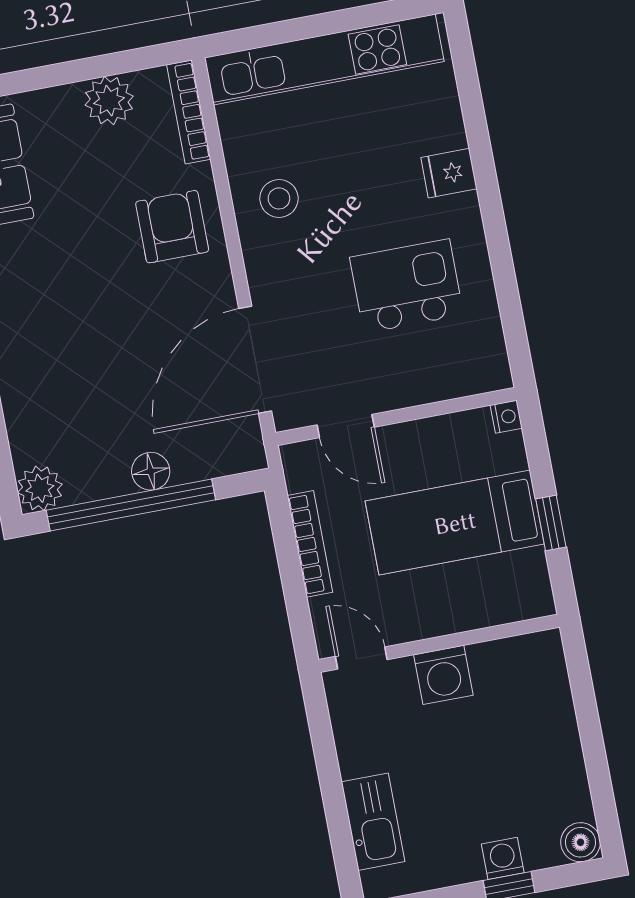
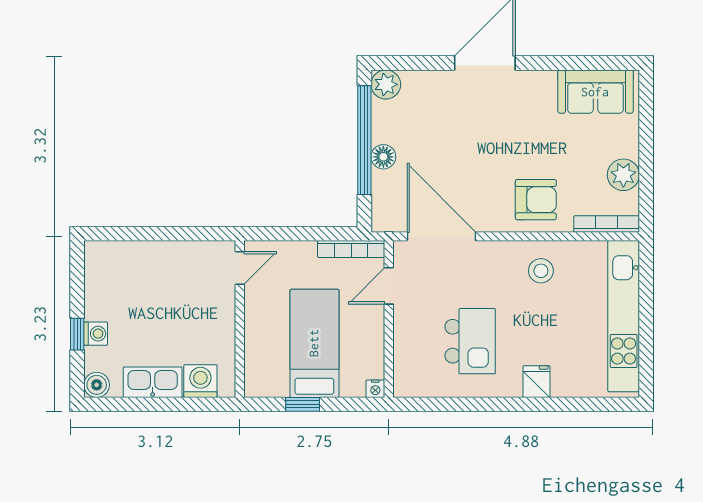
bookcase: (310, 544) -> (351, 249), moved
washing machine: (443, 675) -> (200, 381), moved, turned 90
kitchen sink: (373, 822) -> (153, 382), moved, turned 180

